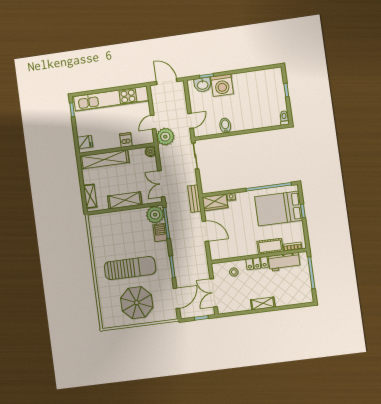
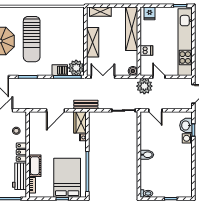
washing machine: (222, 85) -> (187, 138), width x0.53, depth x0.53
bidet: (225, 126) -> (147, 155), moved

